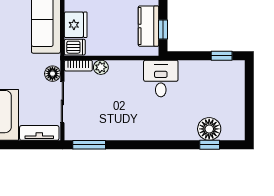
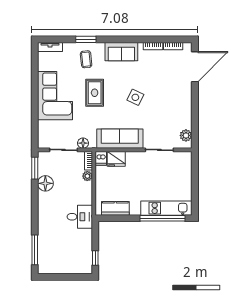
window: (163, 30) -> (113, 218), removed
floor lamp: (209, 129) -> (45, 183), moved
tv unit: (39, 133) -> (43, 134), removed
window: (210, 145) -> (35, 250), width x2.17

